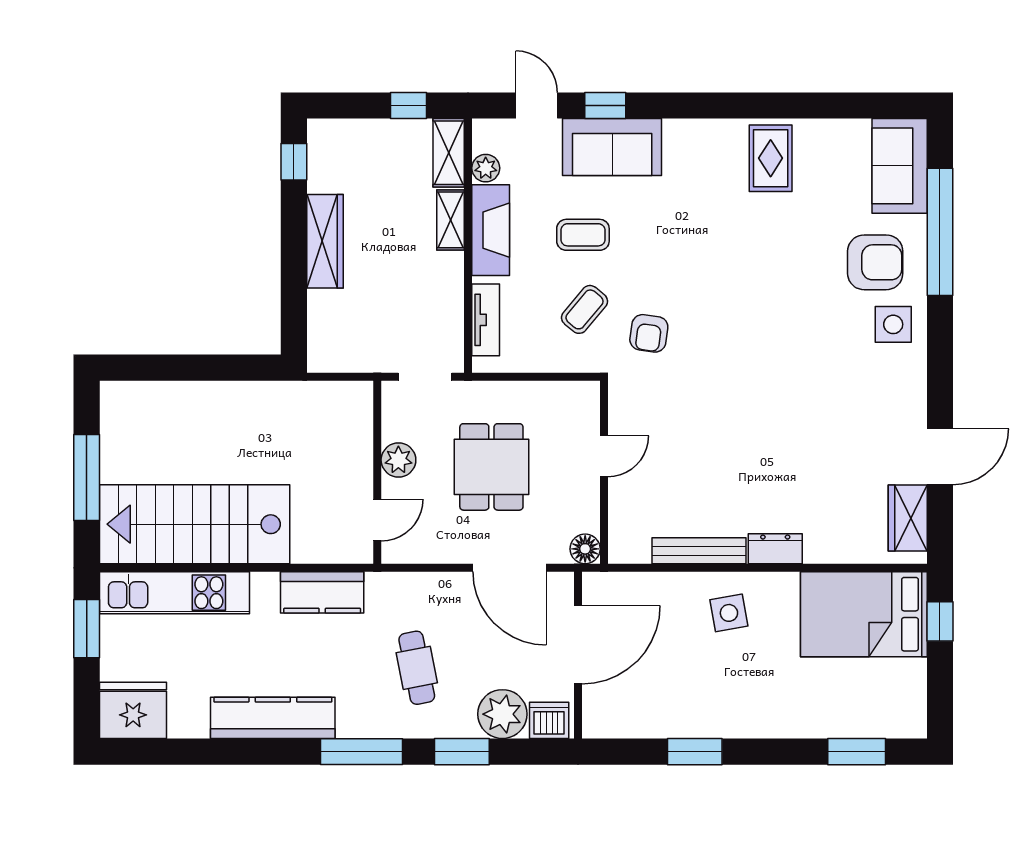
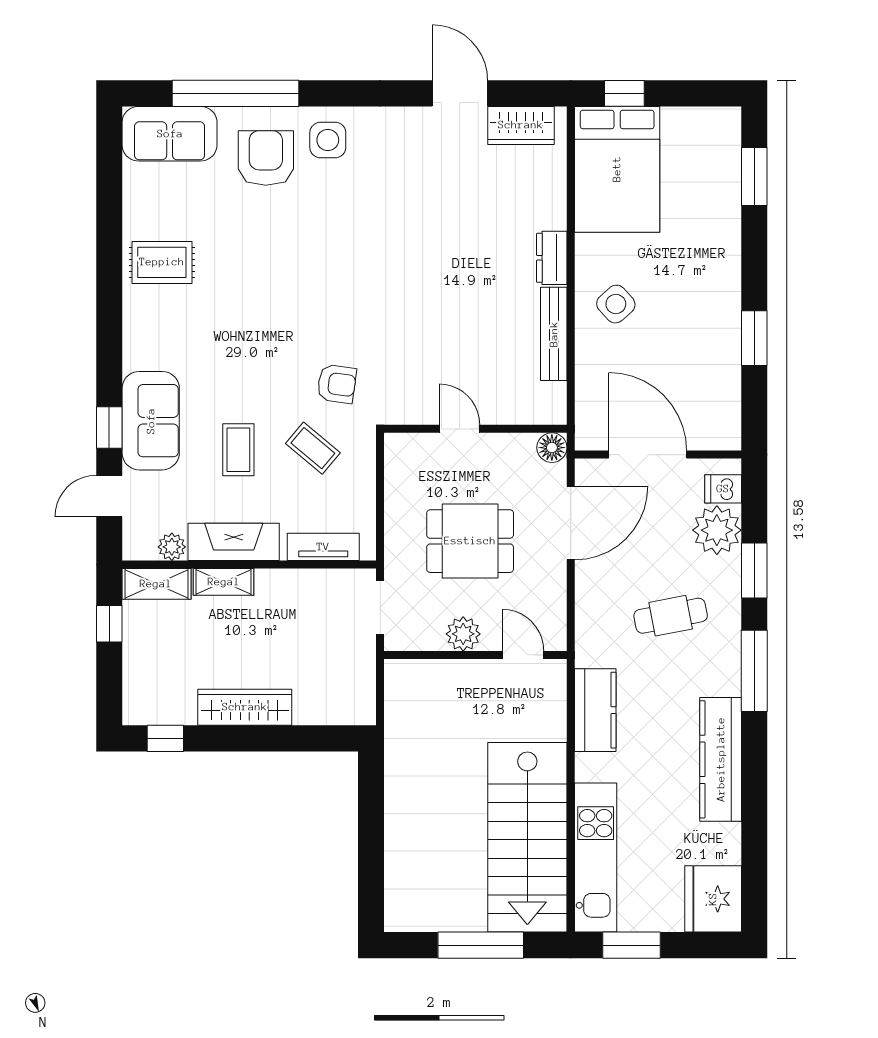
side table: (729, 613) -> (616, 304), turned -32
dishwasher: (549, 720) -> (723, 489), width x0.73

